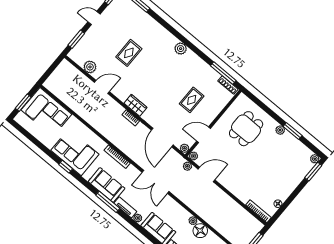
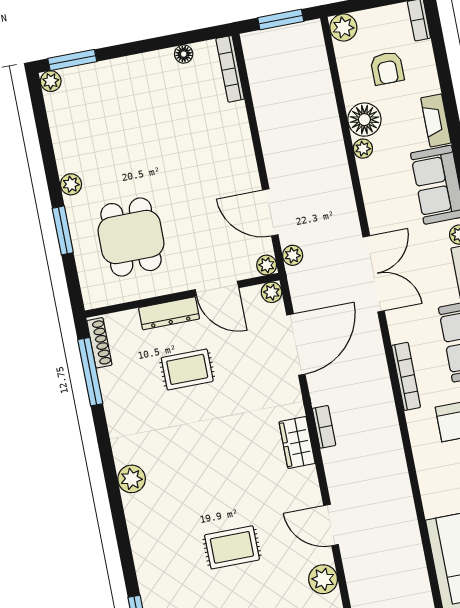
dresser: (213, 114) -> (169, 313), added
dining table: (246, 129) -> (131, 237), turned 90
window: (293, 131) -> (63, 230), moved

